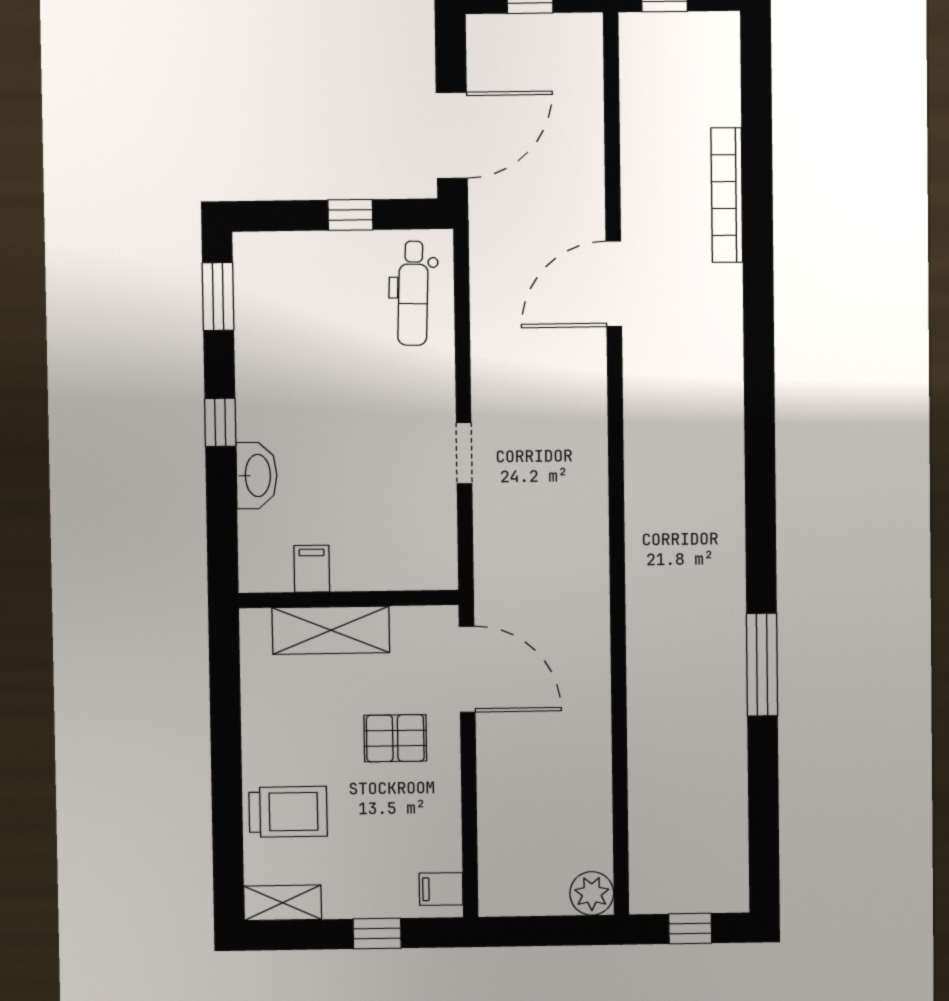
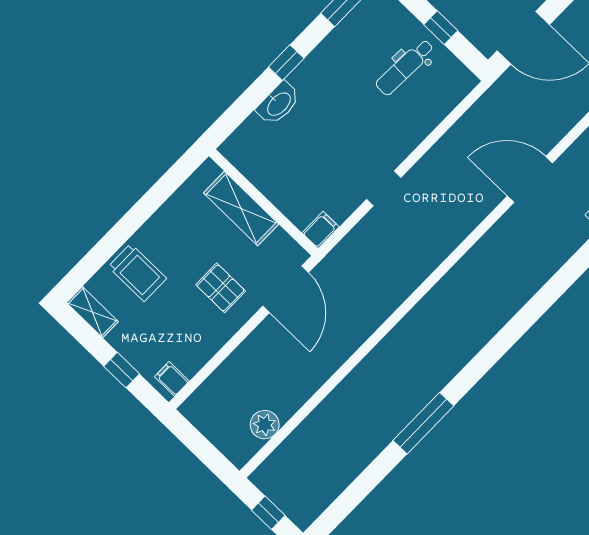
dental chair: (413, 293) -> (405, 67), moved
filing cabinet: (312, 569) -> (321, 230), moved
plant: (592, 893) -> (265, 425), moved

